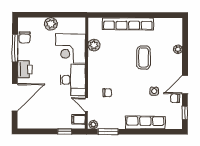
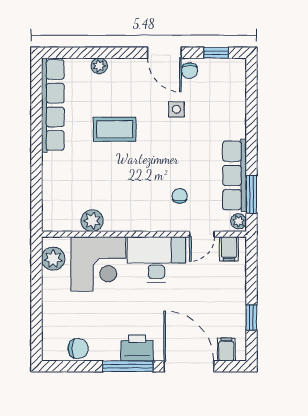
plant: (51, 24) -> (53, 259), moved
row of seats: (128, 24) -> (53, 105), moved
window: (15, 48) -> (128, 366), moved
filing cabinet: (24, 118) -> (226, 350), added
row of seats: (145, 123) -> (234, 176), moved
window: (65, 131) -> (251, 318), moved

